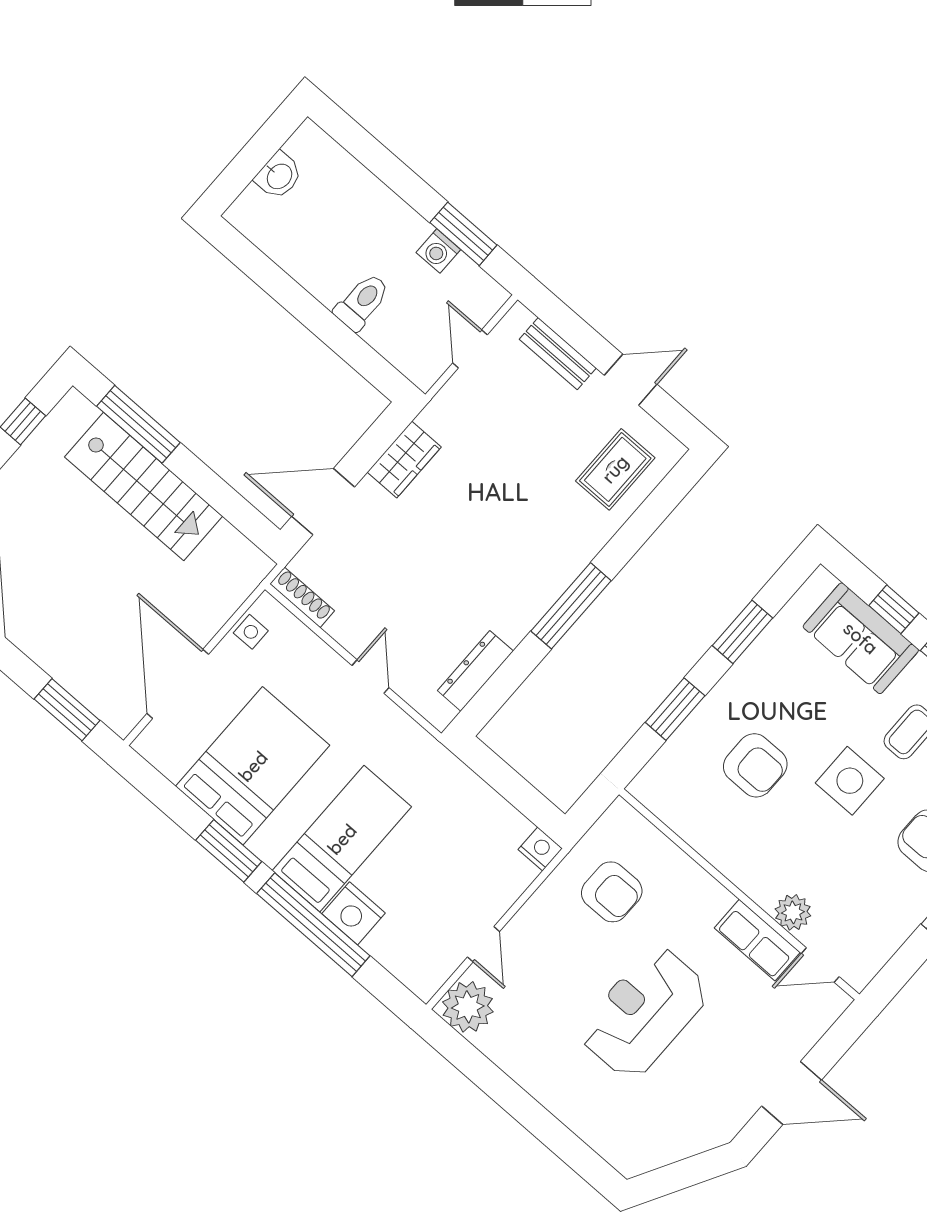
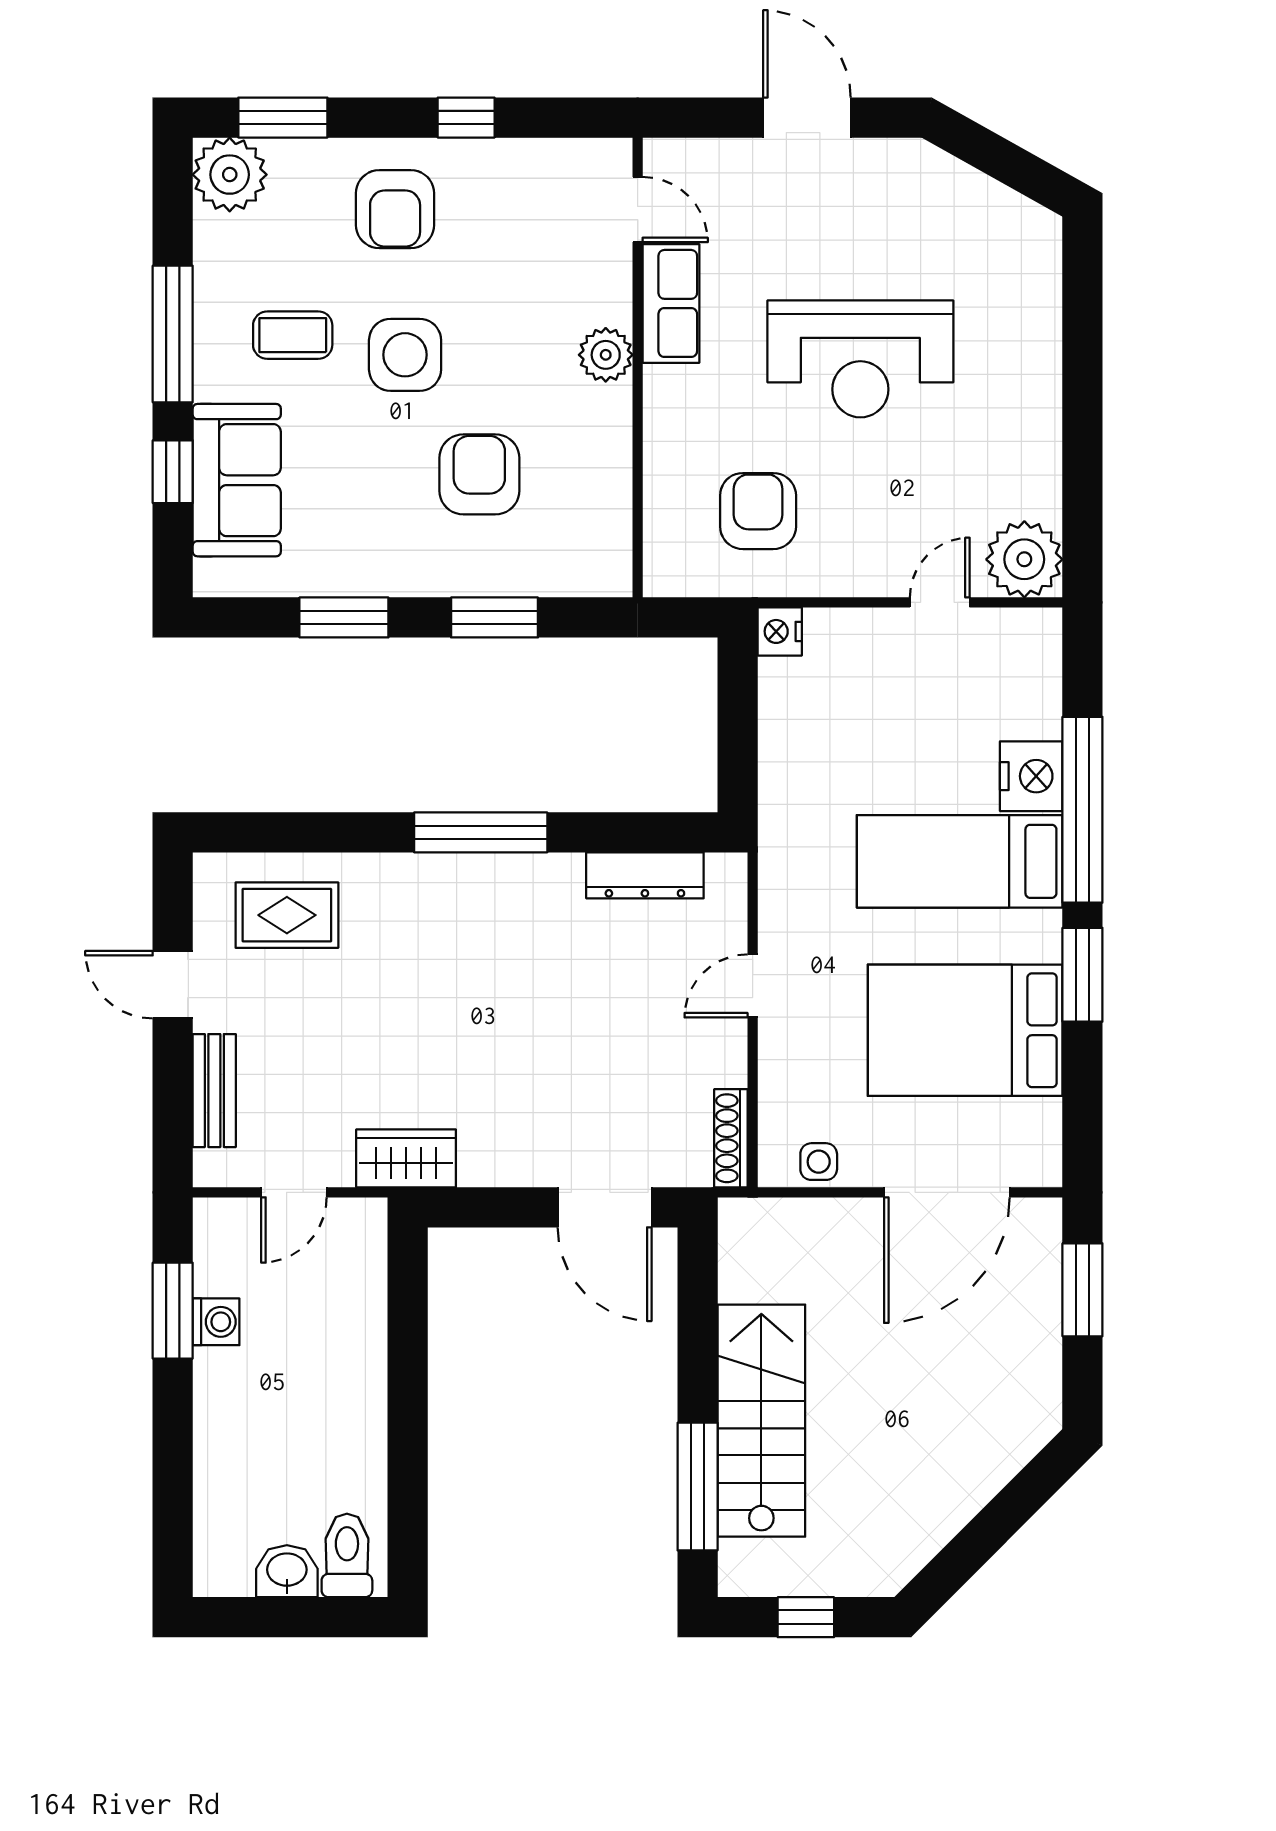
toilet: (362, 302) -> (347, 1555), moved, turned 90
wardrobe: (404, 460) -> (406, 1158), moved
plant: (793, 912) -> (606, 355), moved

